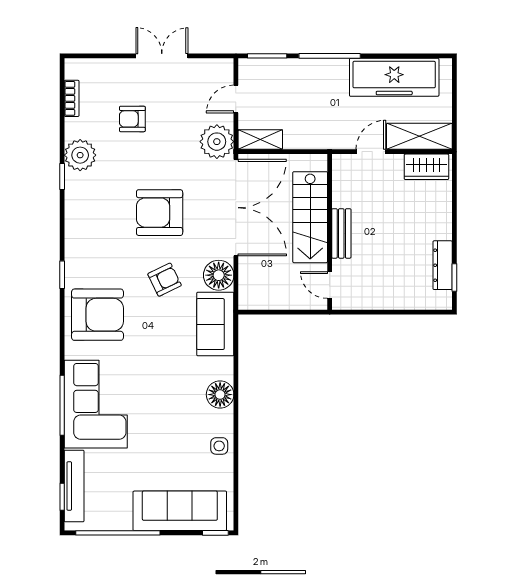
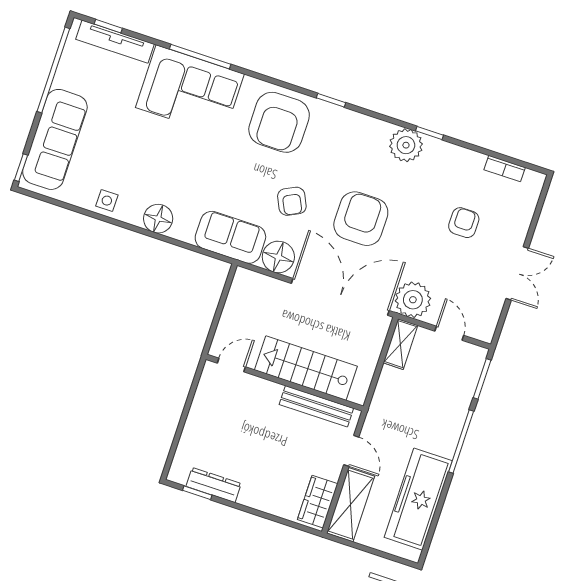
plant: (80, 155) -> (406, 145), moved
double door: (236, 208) -> (340, 297), swing flipped
bench: (341, 233) -> (316, 406), moved, width x1.36

